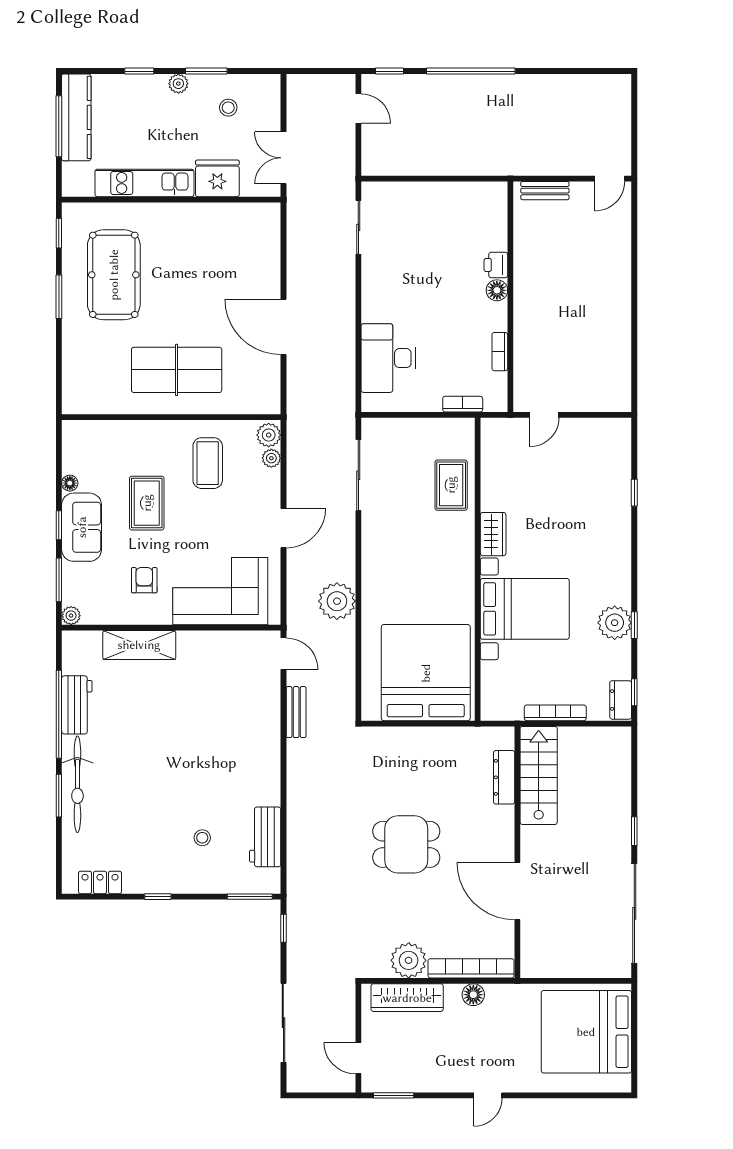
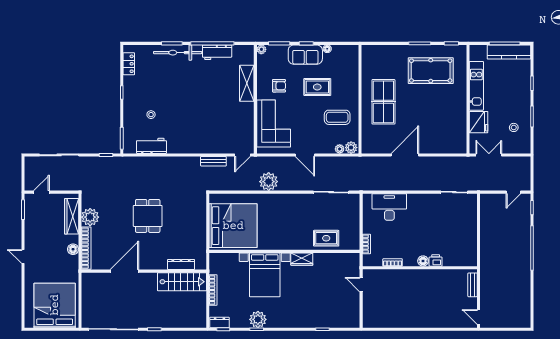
plant: (178, 84) -> (526, 103), removed

